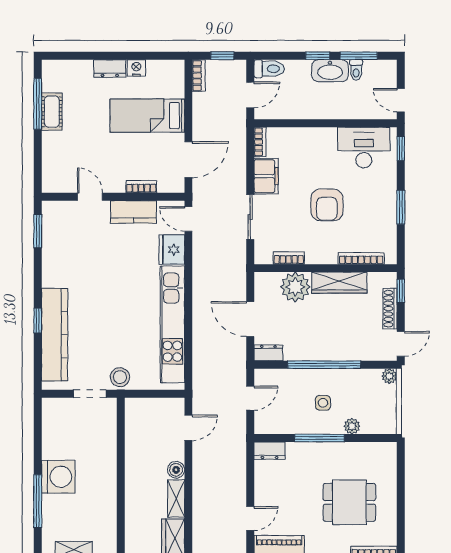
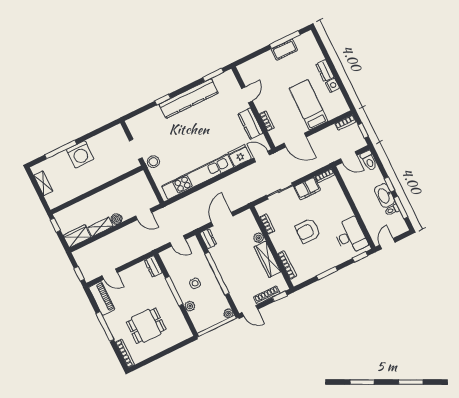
door: (188, 219) -> (262, 157), hinge flipped
plant: (295, 287) -> (259, 238), width x0.53, depth x0.53
kitchen counter: (55, 335) -> (189, 99), moved
dining table: (349, 502) -> (146, 326), turned 90

